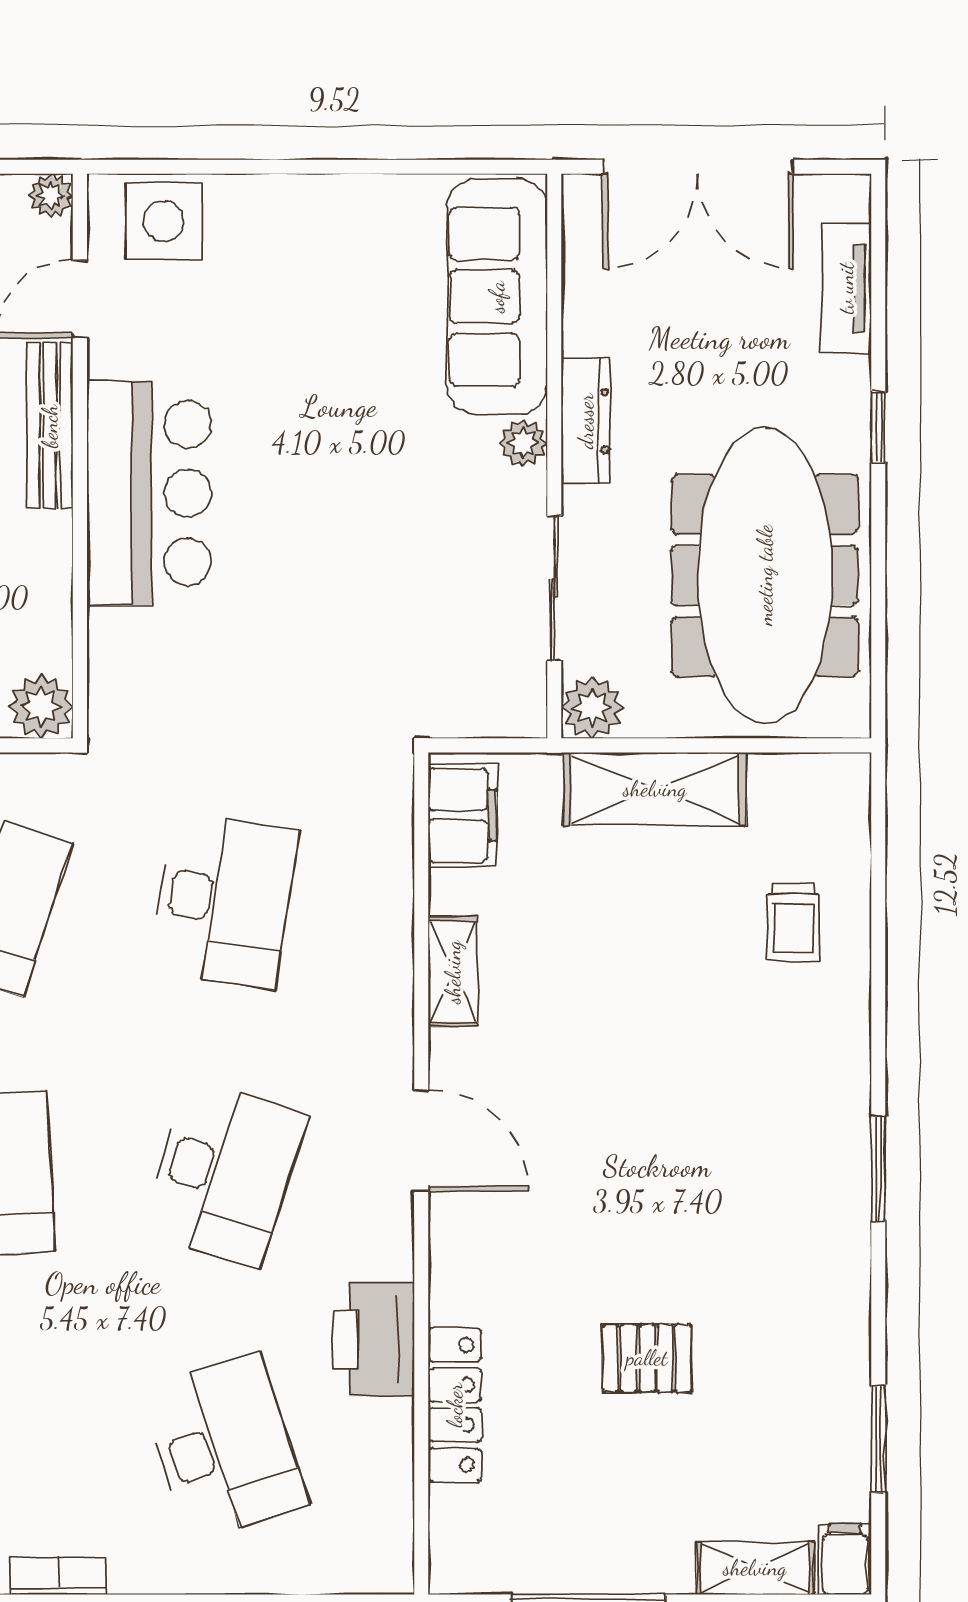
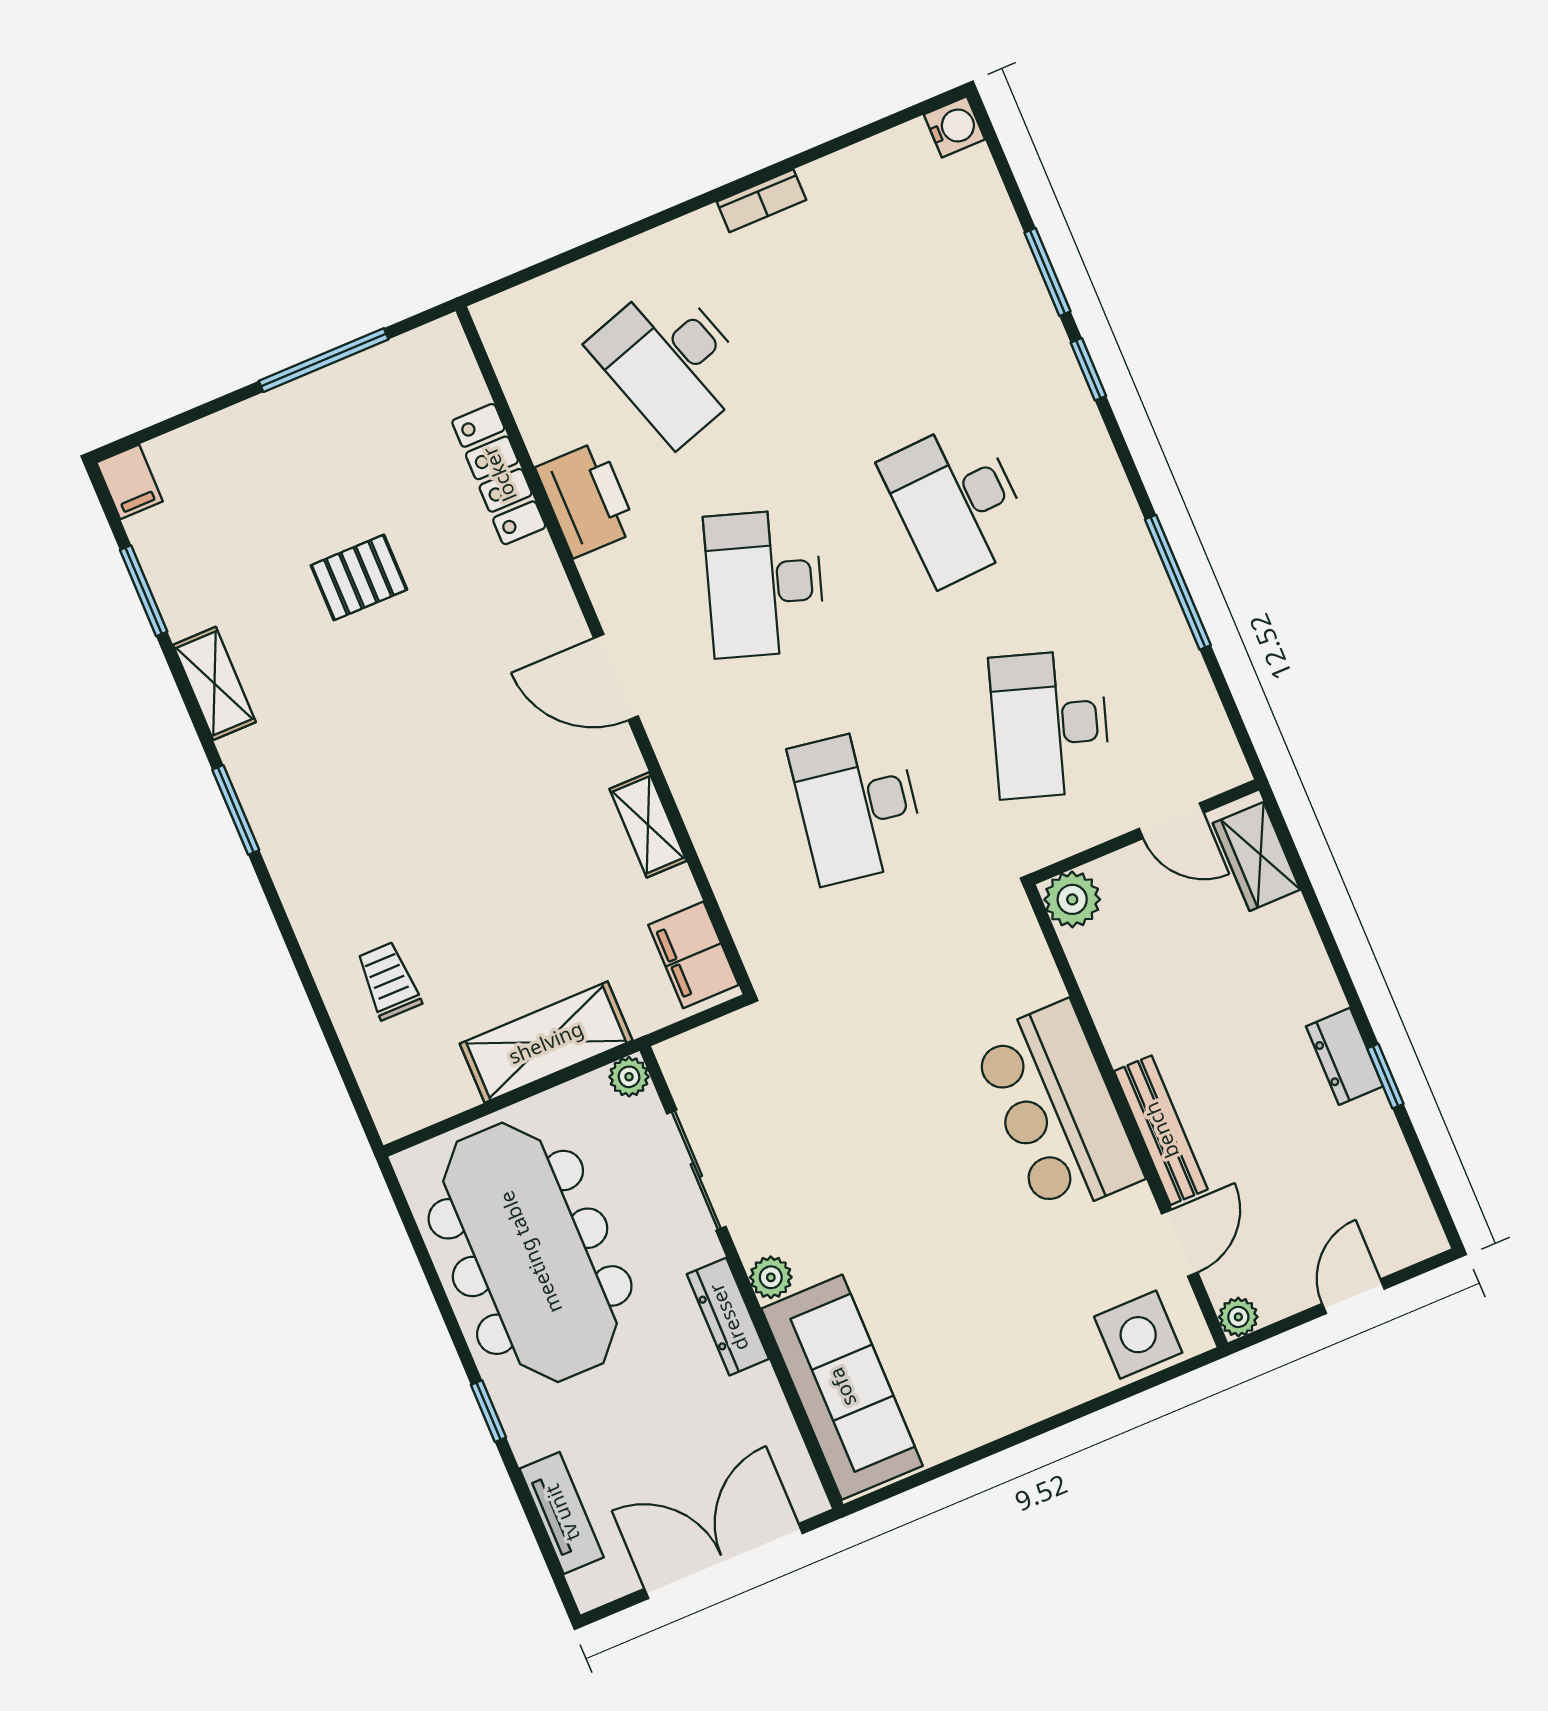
plant: (592, 707) -> (629, 1077), width x0.73, depth x0.73
shelving: (755, 1568) -> (214, 683), moved, turned 90

